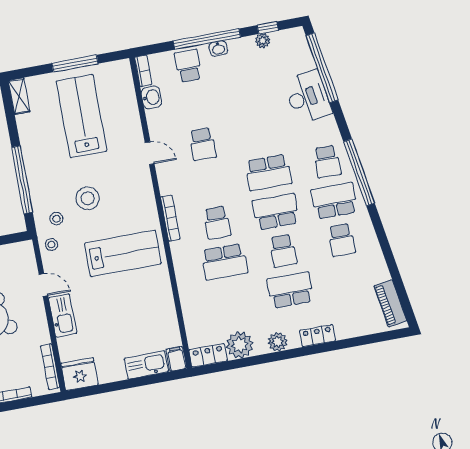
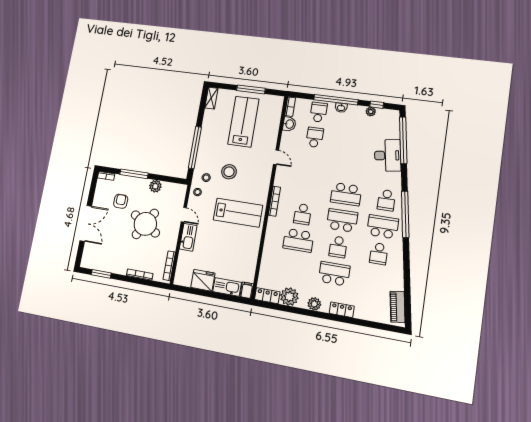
school desk: (203, 144) -> (315, 137), moved, turned 180
fridge: (80, 374) -> (203, 280), moved

